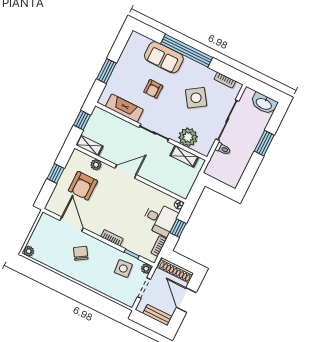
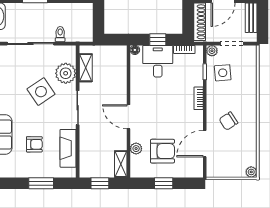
armchair: (153, 89) -> (34, 144), moved
side table: (196, 98) -> (41, 92), moved

